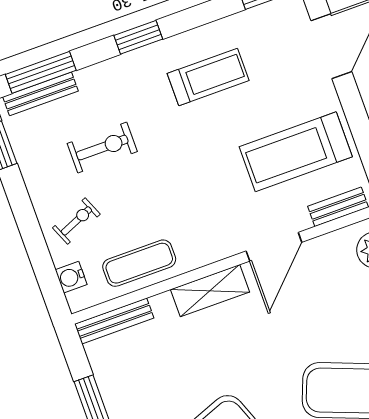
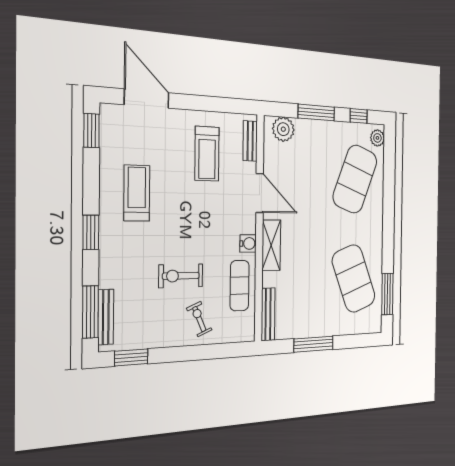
exercise bike: (102, 148) -> (181, 276), moved, turned -90
treadmill: (296, 152) -> (207, 154), width x0.73, depth x0.73
water cooler: (71, 277) -> (248, 243), moved, turned -90

